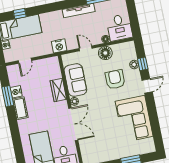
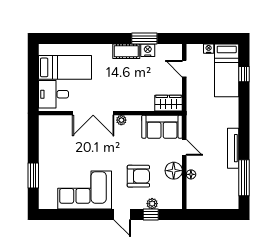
desk: (119, 27) -> (202, 195), removed
nightstand: (59, 46) -> (194, 115), removed
door: (86, 48) -> (184, 147), hinge flipped
sofa: (75, 80) -> (162, 127), moved
wardrobe: (58, 90) -> (169, 103), moved

